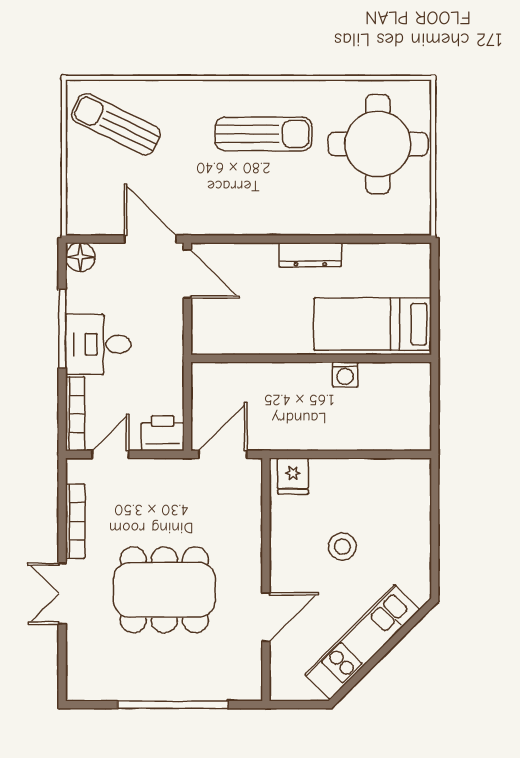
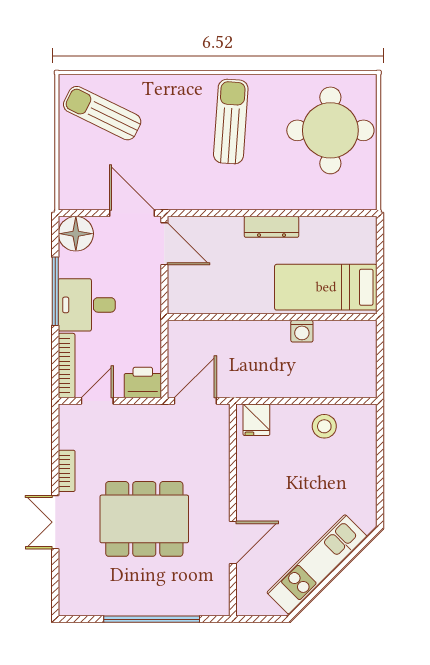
sun lounger: (264, 134) -> (231, 122), turned -86
floor lamp: (80, 257) -> (76, 234), width x1.38, depth x1.38
bookcase: (75, 521) -> (67, 471), width x0.64
stool: (342, 547) -> (324, 426), moved

